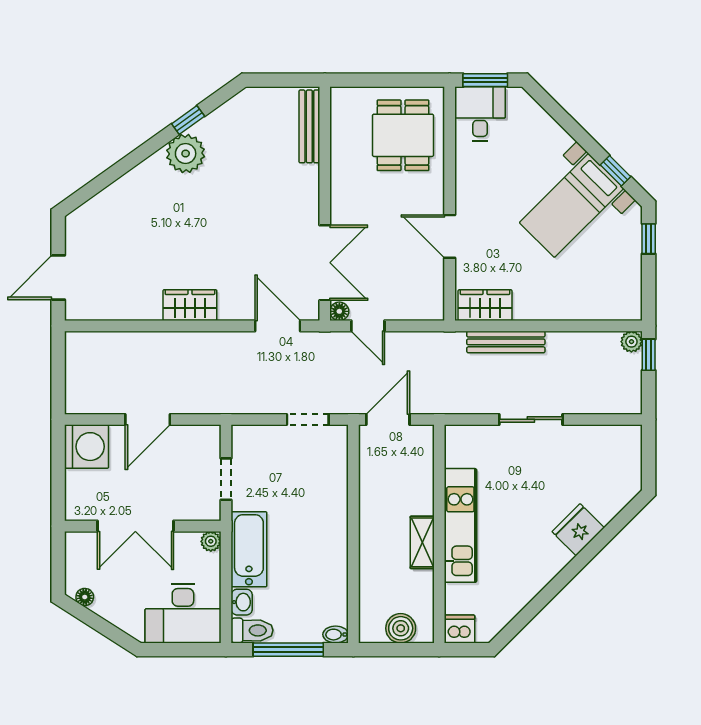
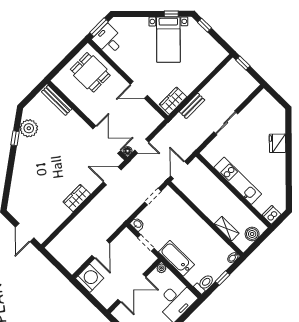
plant: (186, 153) -> (29, 128), moved
bench: (506, 342) -> (192, 106), width x0.73
plant: (631, 342) -> (233, 64), removed
shelving: (422, 542) -> (227, 229), moved
washbasin: (242, 602) -> (137, 224), moved
window: (288, 650) -> (222, 278), width x0.46

